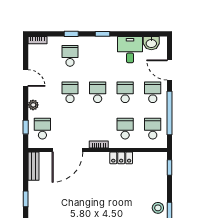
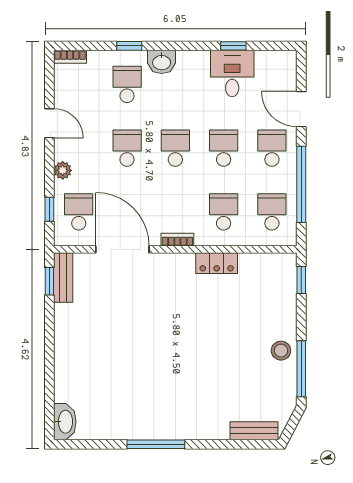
window: (103, 34) -> (233, 46), moved
washbasin: (151, 43) -> (162, 62), moved
door: (67, 150) -> (122, 249), swing flipped
window: (26, 199) -> (49, 281), moved

